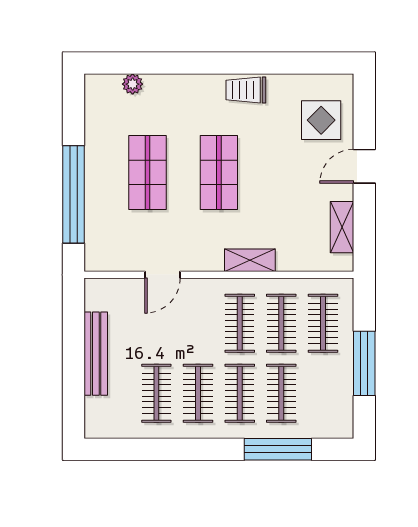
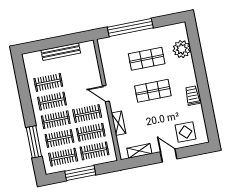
plant: (133, 84) -> (182, 49), width x1.87, depth x1.87
shelving: (250, 260) -> (118, 123), moved
door: (162, 275) -> (106, 94), moved
clothes rail: (323, 393) -> (63, 157), added

